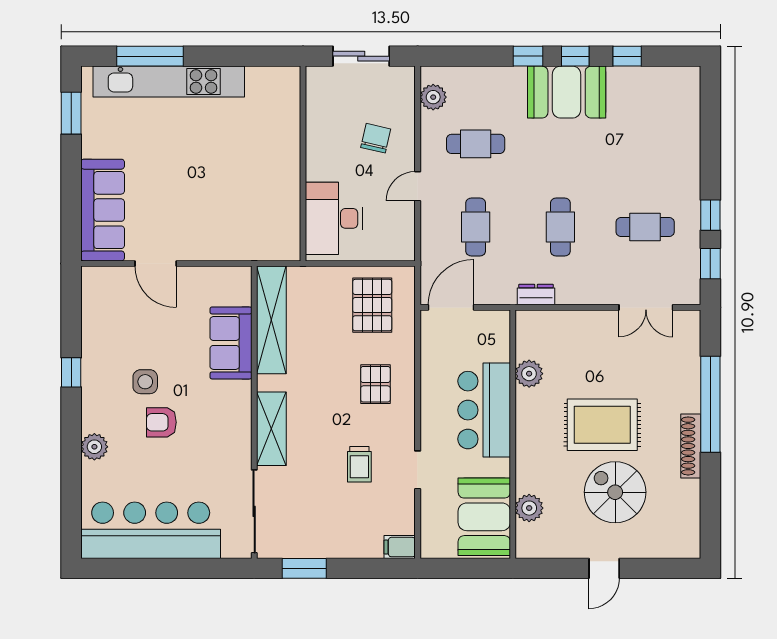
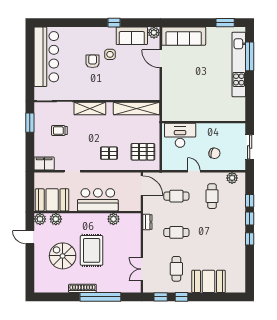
window: (627, 56) -> (250, 201), moved
booth: (567, 92) -> (209, 281), moved, turned 90
door: (156, 263) -> (161, 59), hinge flipped
sofa: (231, 343) -> (132, 36), moved, turned 180
plant: (94, 447) -> (154, 33), moved
trolley: (359, 464) -> (59, 131), moved
spiral stairs: (615, 492) -> (63, 256), turned -90
plant: (529, 545) -> (40, 219), added
filing cabinet: (400, 547) -> (44, 164), width x2.00
door: (604, 568) -> (30, 237), moved

